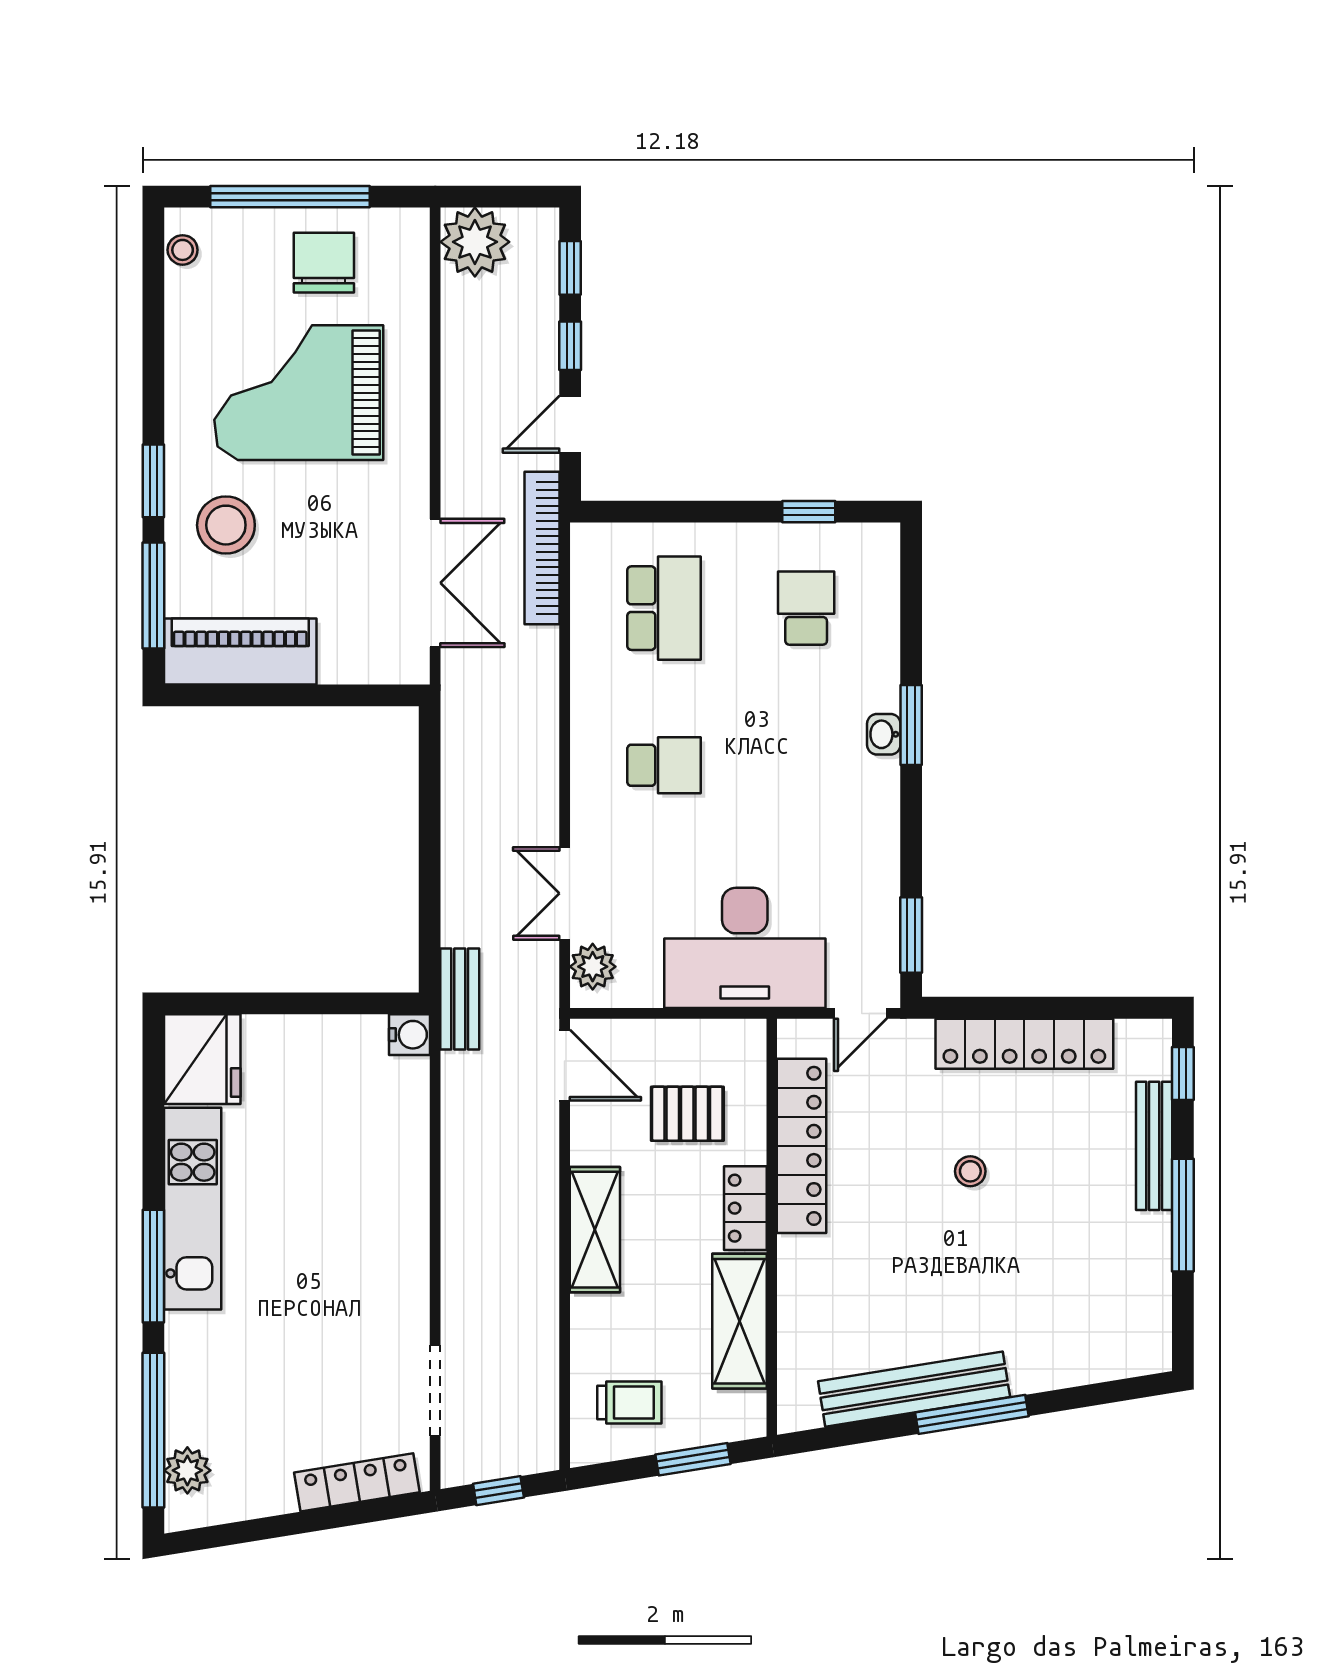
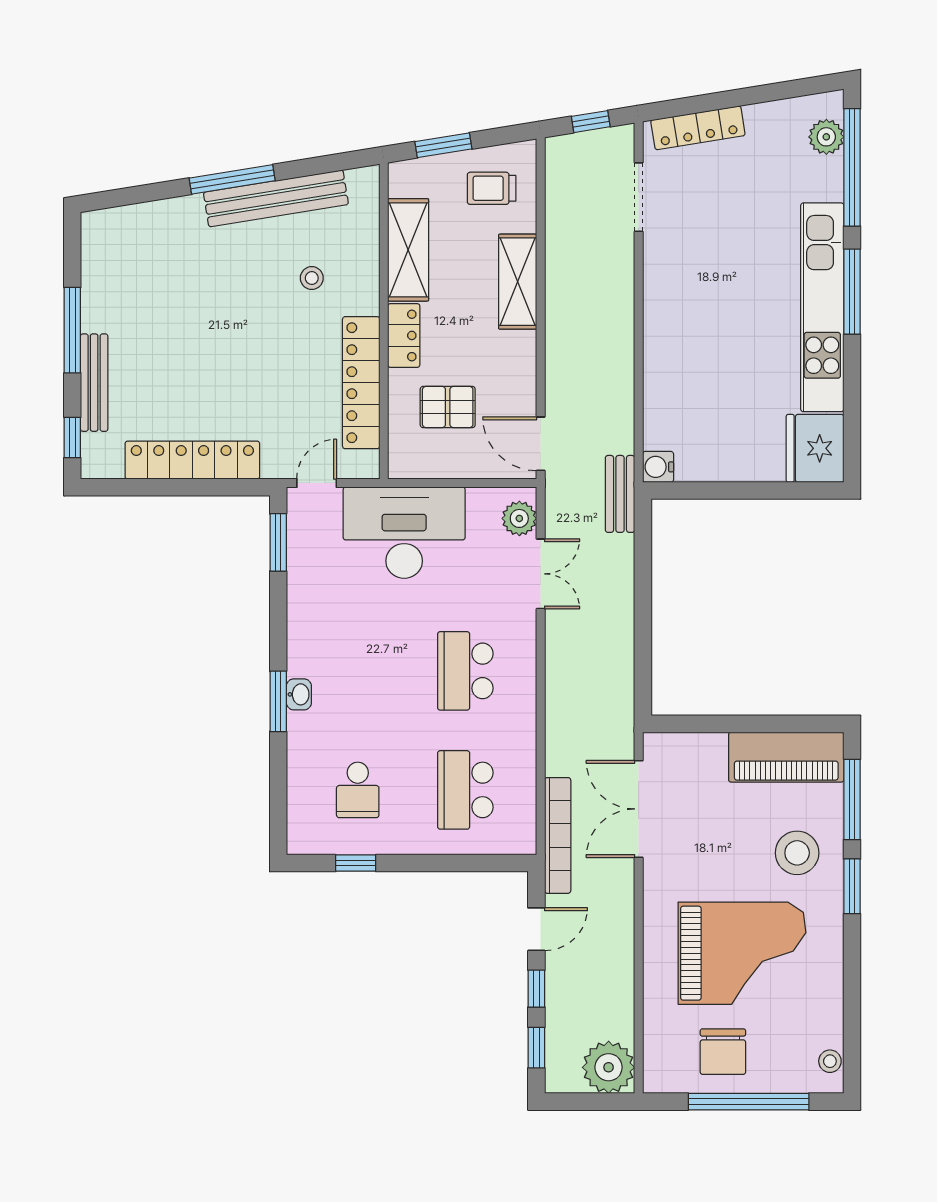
school desk: (664, 765) -> (465, 671), width x1.85
stool: (970, 1171) -> (312, 278), moved
kitchen unit: (193, 1209) -> (822, 307), width x1.36
shelving: (595, 1230) -> (518, 282), moved

